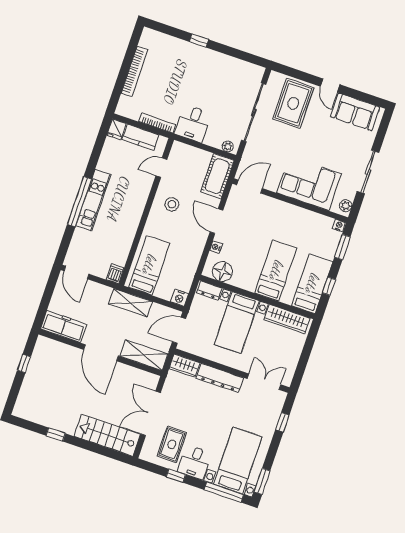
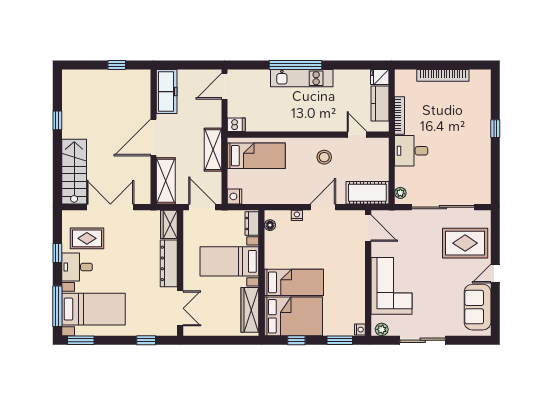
floor lamp: (222, 272) -> (270, 225), width x0.53, depth x0.53
bed: (312, 284) -> (293, 316), width x1.50

